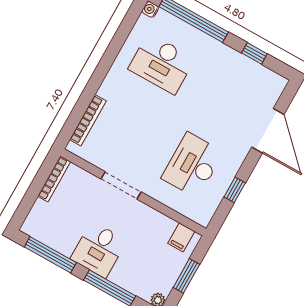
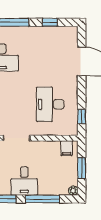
window: (235, 190) -> (82, 117), moved

